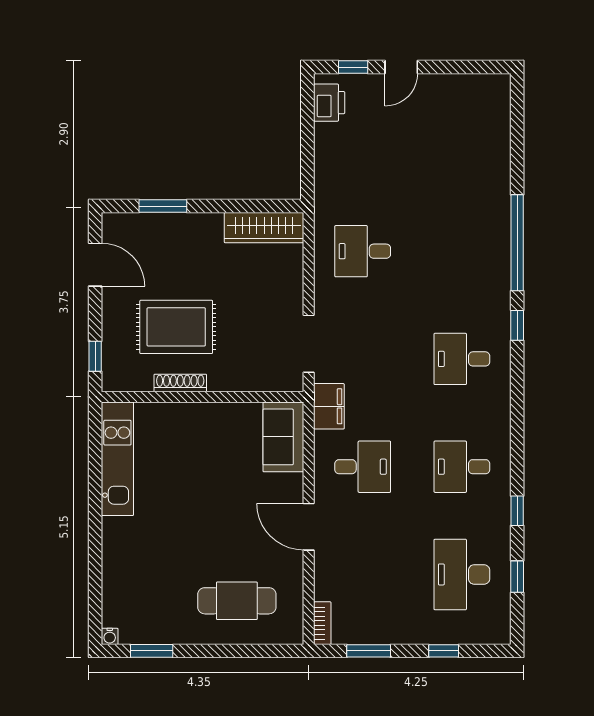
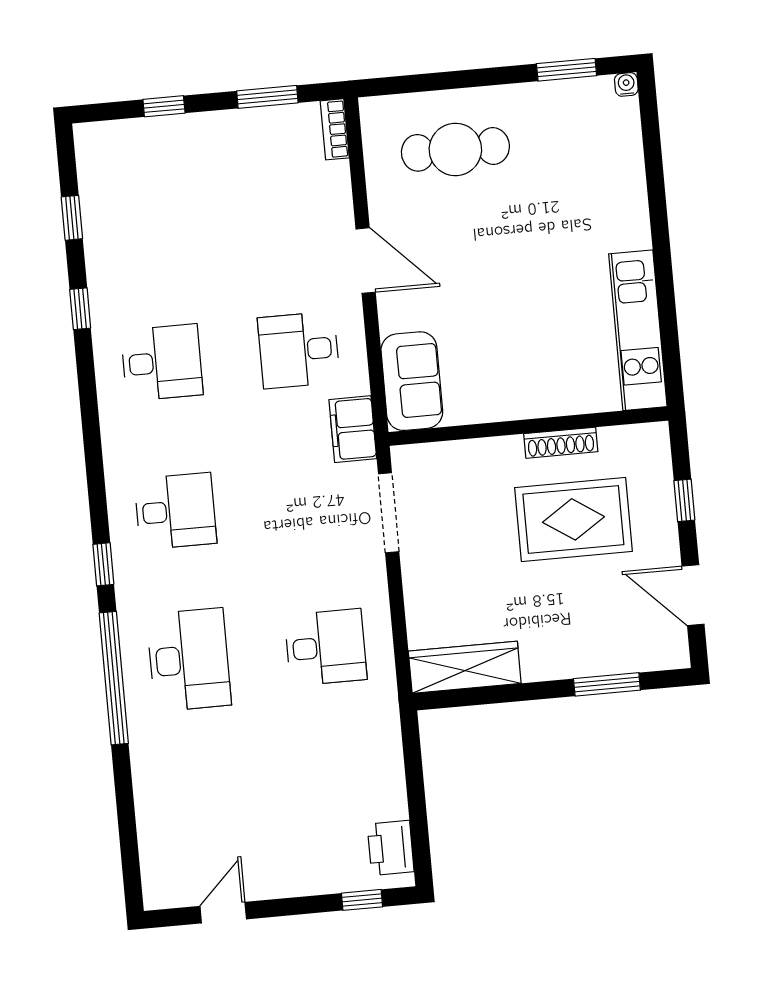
door: (401, 67) -> (223, 913), moved
window: (95, 356) -> (684, 500), moved
desk: (462, 574) -> (189, 660), moved

